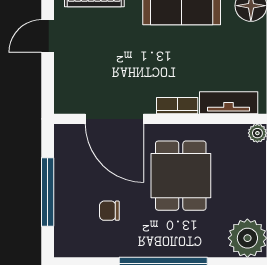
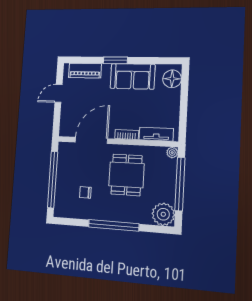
door: (114, 119) -> (91, 140), swing flipped
window: (48, 192) -> (53, 180), width x1.46

